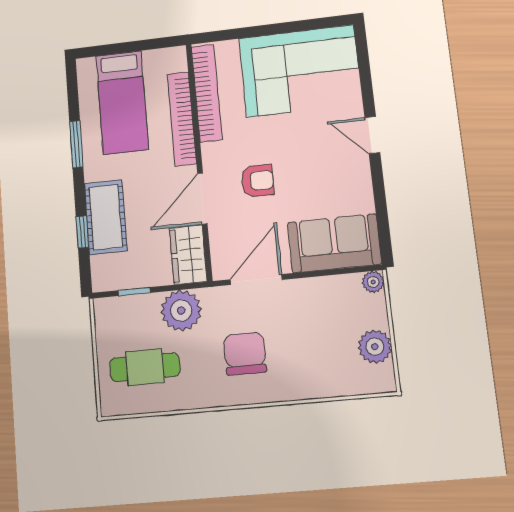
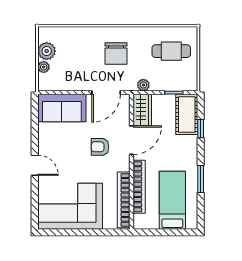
cot: (106, 217) -> (187, 114), moved
plant: (373, 282) -> (44, 67), moved
plant: (181, 310) -> (143, 85), width x0.53, depth x0.53

